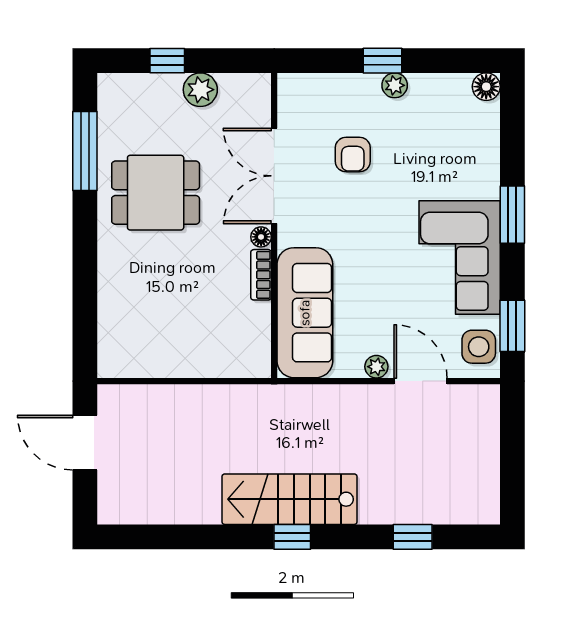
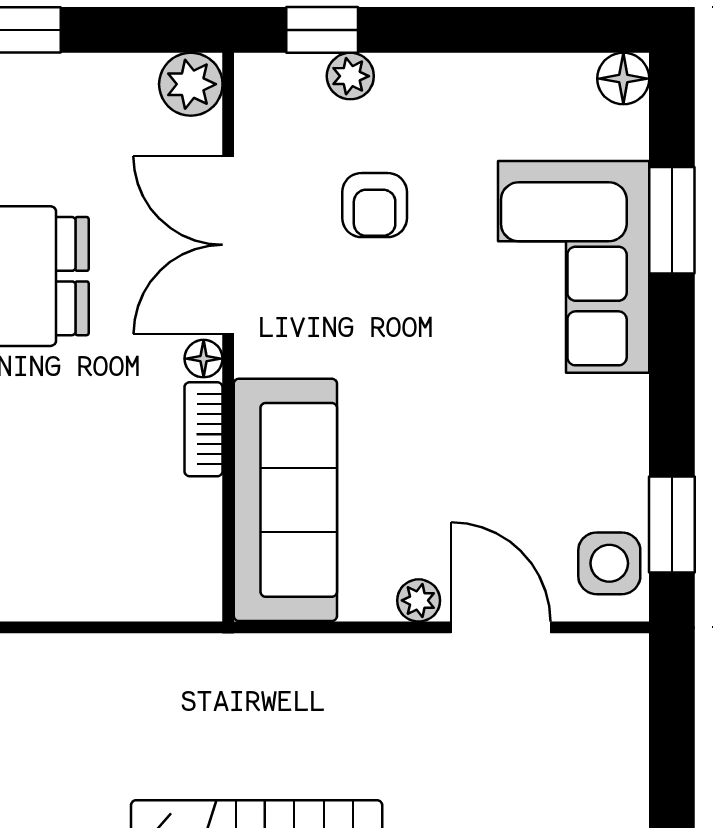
window: (382, 61) -> (322, 30), moved
plant: (395, 85) -> (350, 76), moved
plant: (200, 90) -> (191, 84), moved
window: (512, 215) -> (672, 220), moved
corner sofa: (460, 258) -> (574, 267), moved

